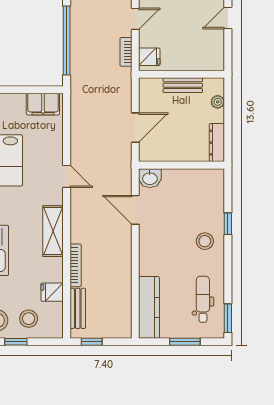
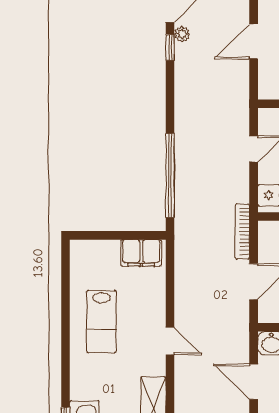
bookcase: (126, 52) -> (242, 231), moved, width x1.56

